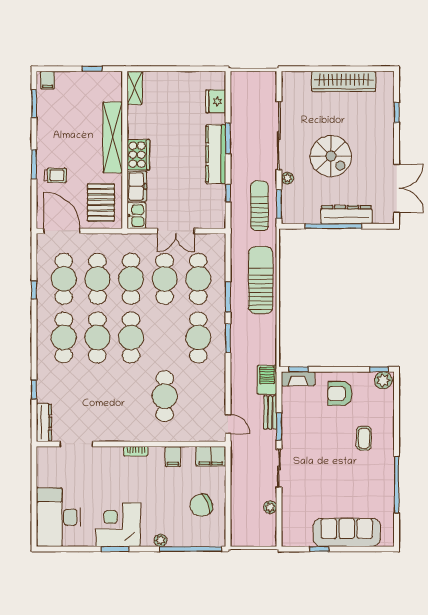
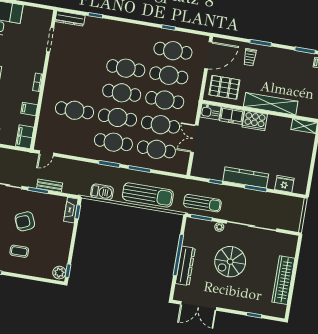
cafe table: (64, 337) -> (118, 117), moved
barbecue: (267, 380) -> (102, 192), moved
armchair: (340, 394) -> (25, 221), moved, turned -113

